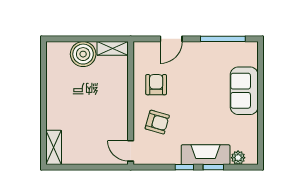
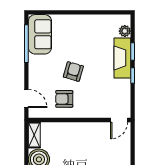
door: (171, 39) -> (26, 99), moved
sofa: (244, 91) -> (40, 34), moved, turned -90
armchair: (157, 122) -> (73, 71), moved

